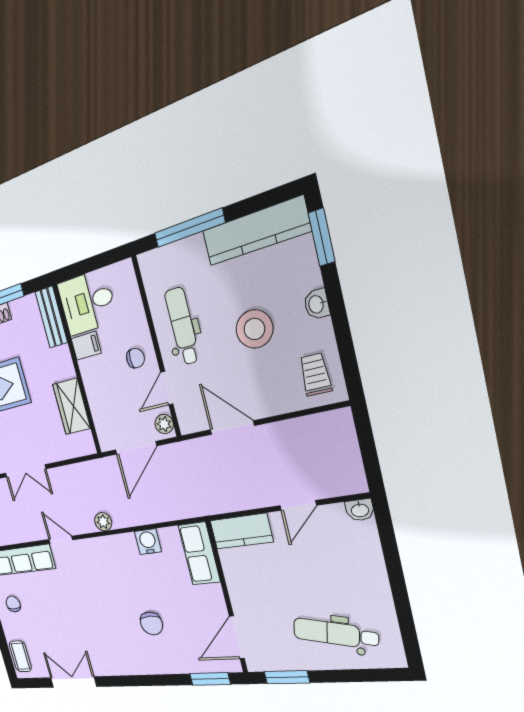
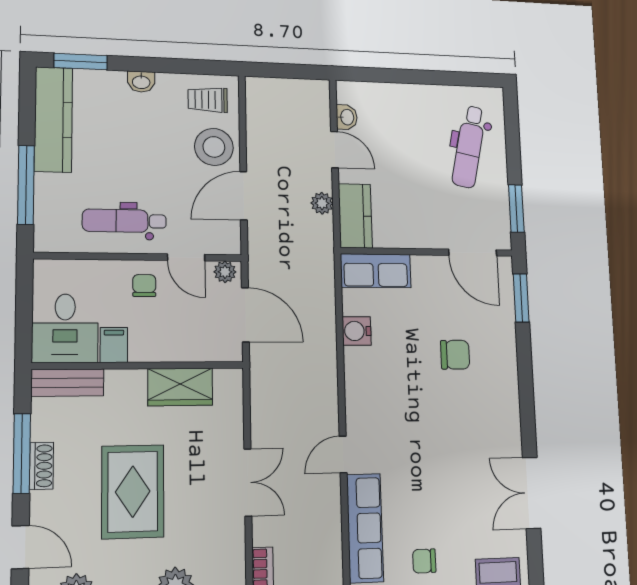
stool: (254, 329) -> (214, 147), moved
washbasin: (360, 510) -> (347, 117), moved
plant: (103, 522) -> (322, 203), moved

